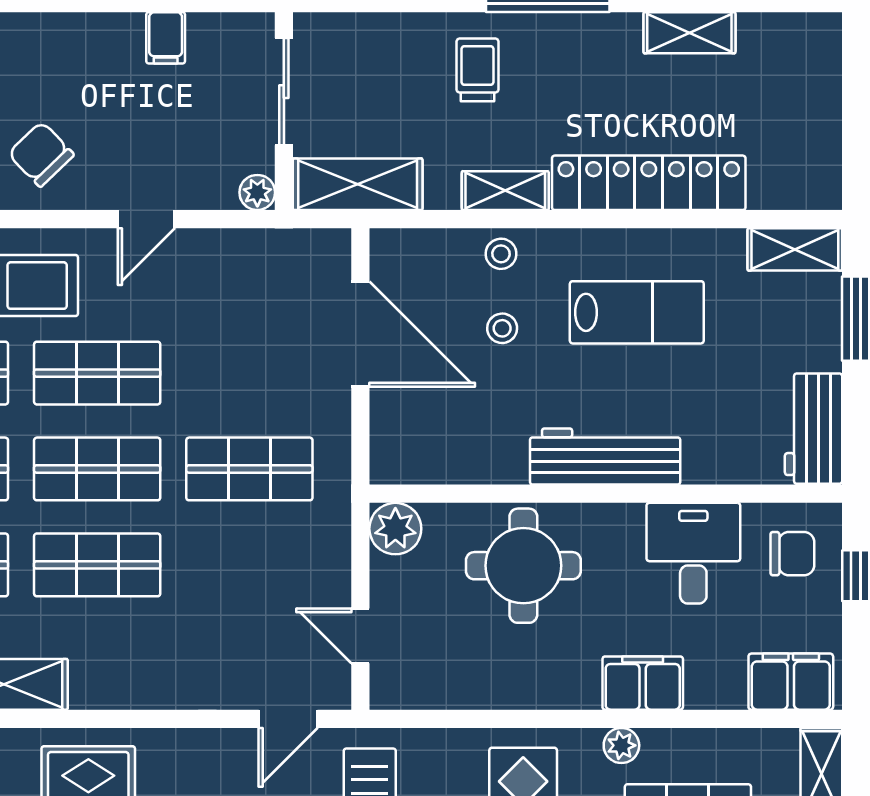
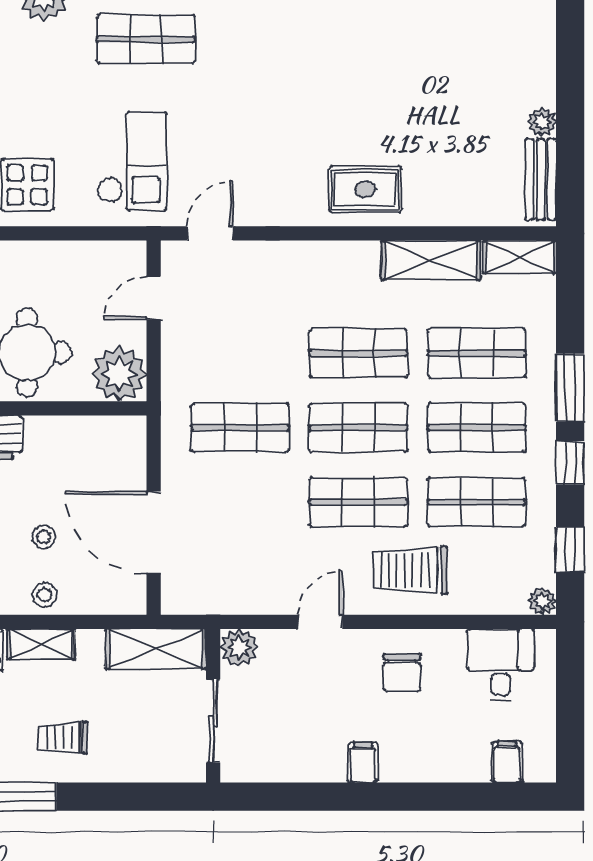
filing cabinet: (166, 38) -> (363, 763), moved
trolley: (477, 70) -> (63, 738), turned 90
chair: (41, 154) -> (402, 672), turned 44
plant: (257, 192) -> (239, 648), width x1.38, depth x1.38
plant: (395, 529) -> (119, 374), width x1.36, depth x1.36
door: (360, 636) -> (154, 298), swing flipped

